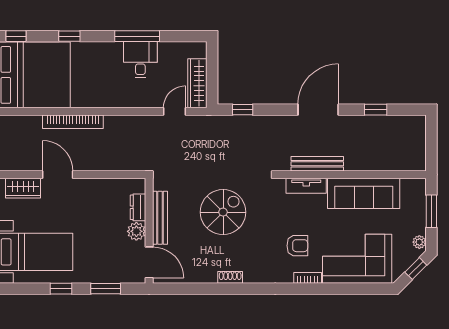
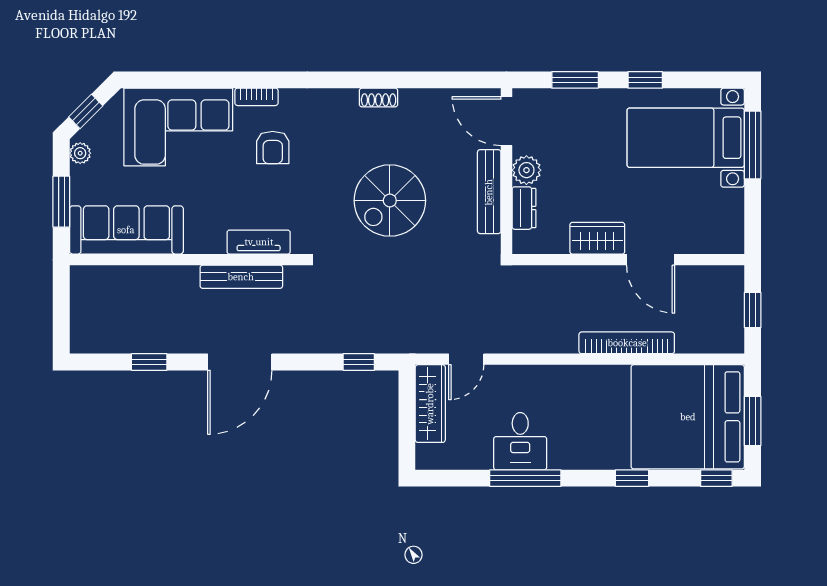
wardrobe: (23, 188) -> (597, 238), moved
sofa: (364, 193) -> (126, 230), moved
armchair: (297, 246) -> (273, 148), turned -90

